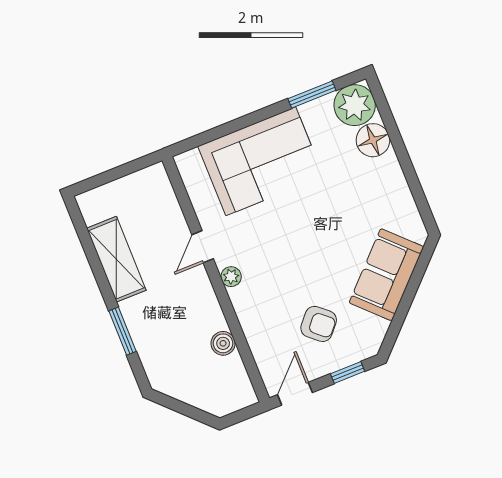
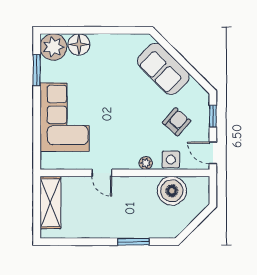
shelving: (116, 259) -> (50, 203), moved, turned 90
plant: (231, 277) -> (146, 163), moved
side table: (261, 337) -> (171, 160), added
boiler: (223, 343) -> (172, 191), width x1.86, depth x1.86

